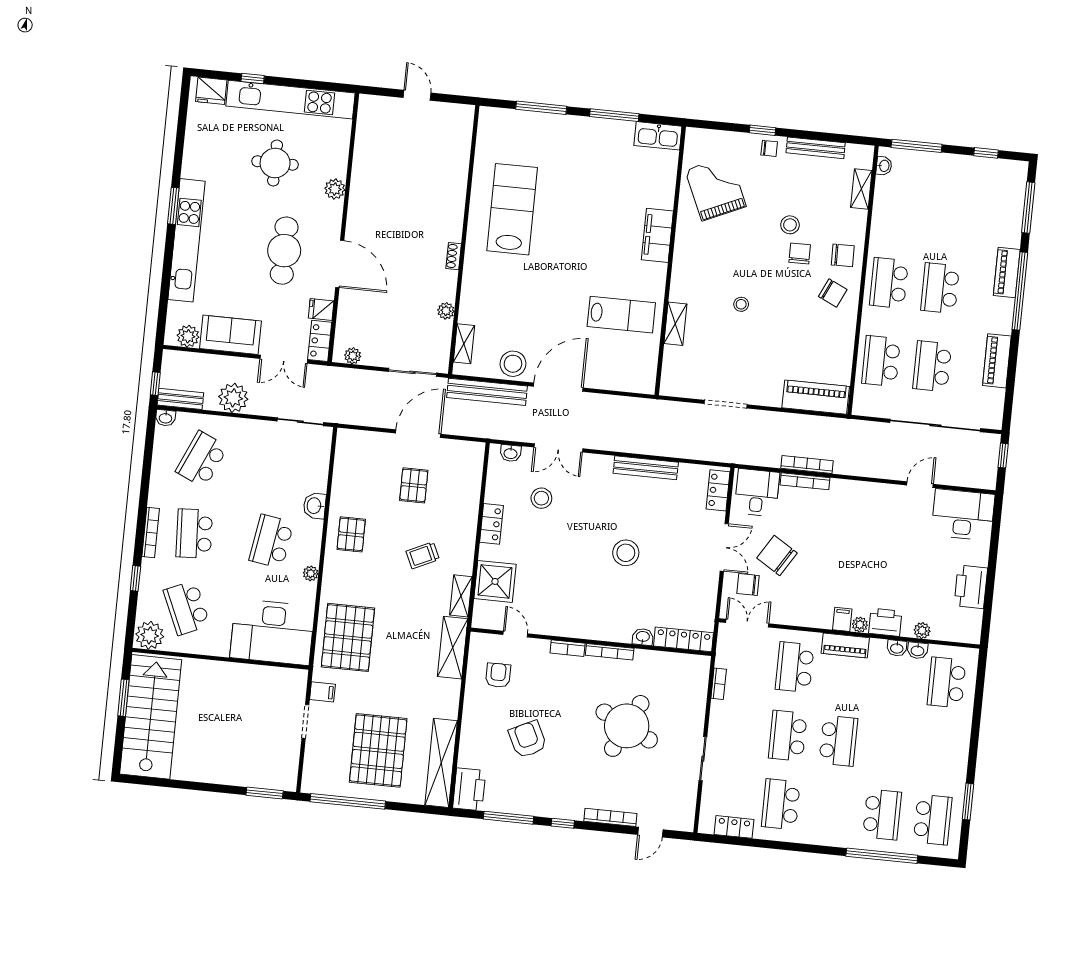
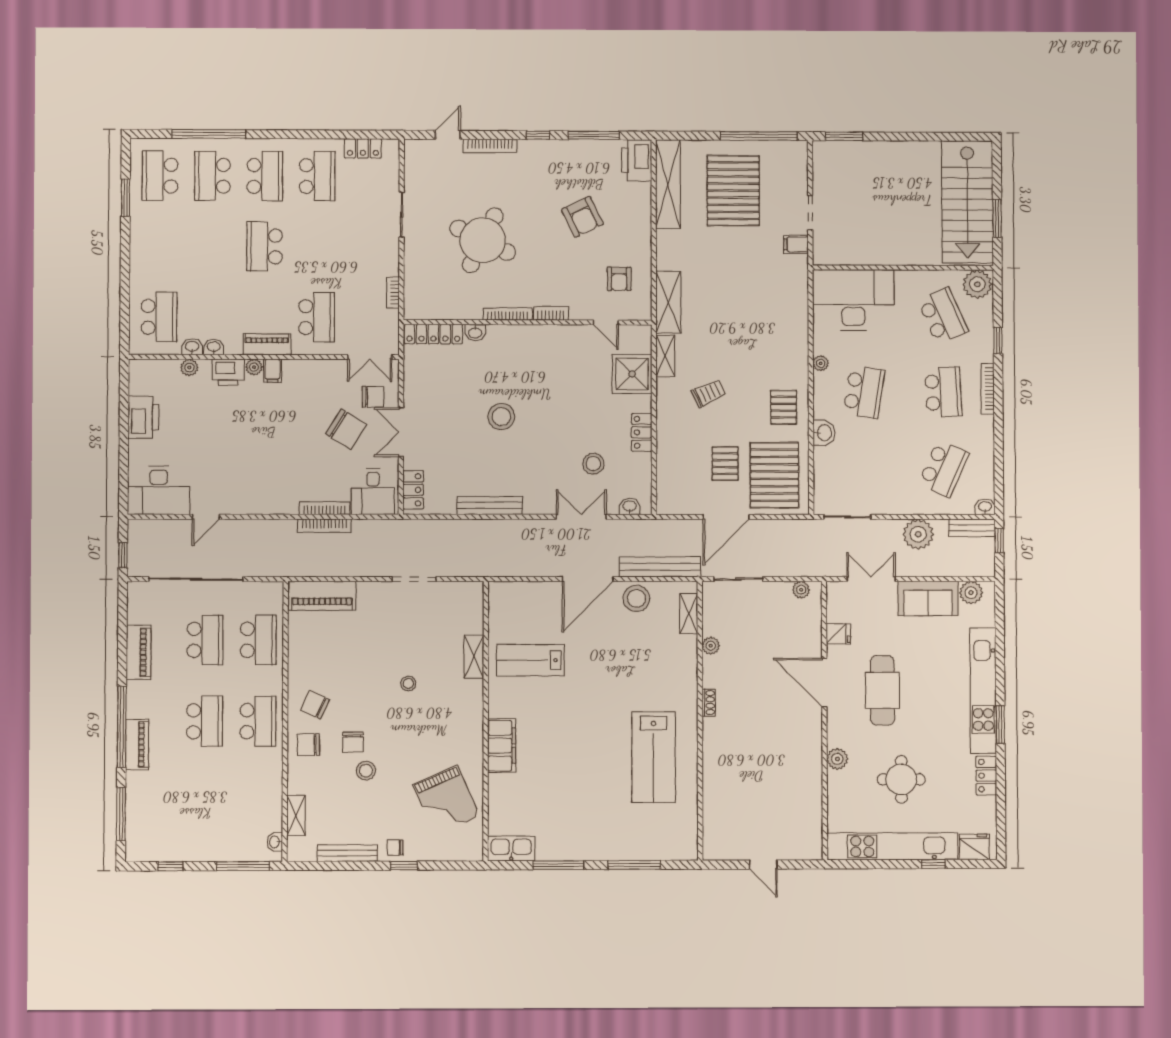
locker: (320, 341) -> (986, 776), moved, turned 180
pallet: (348, 637) -> (774, 475), moved
school desk: (788, 736) -> (265, 176), moved

